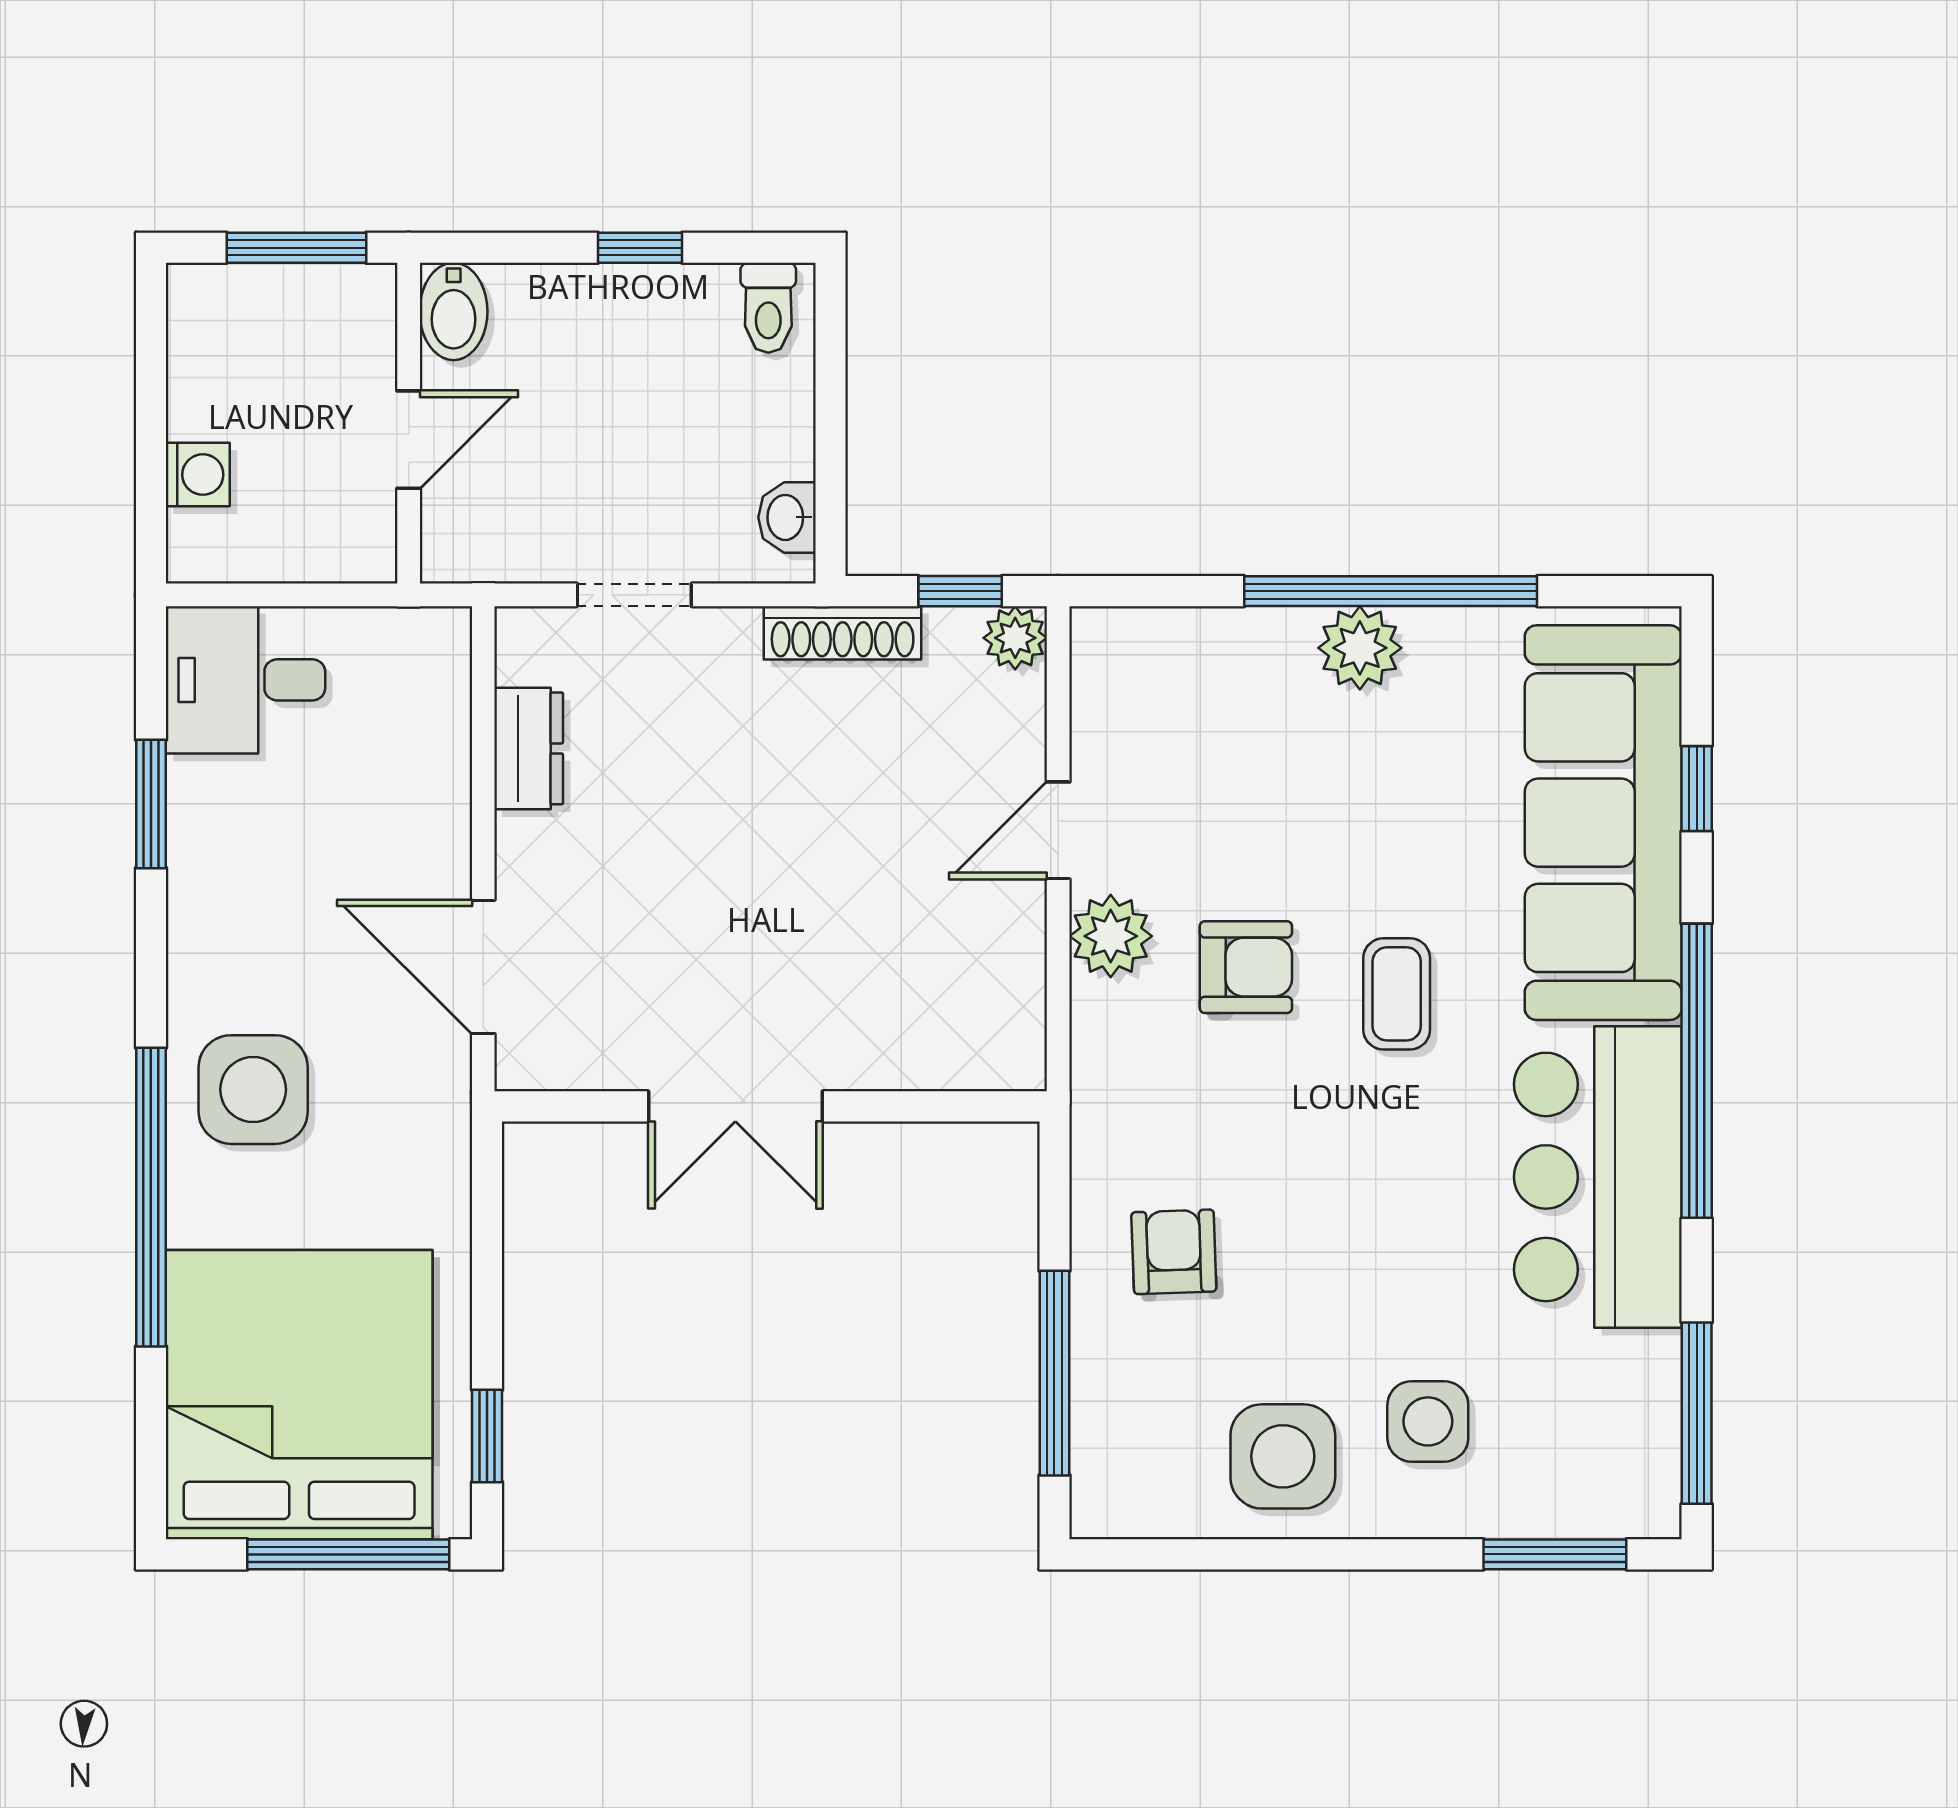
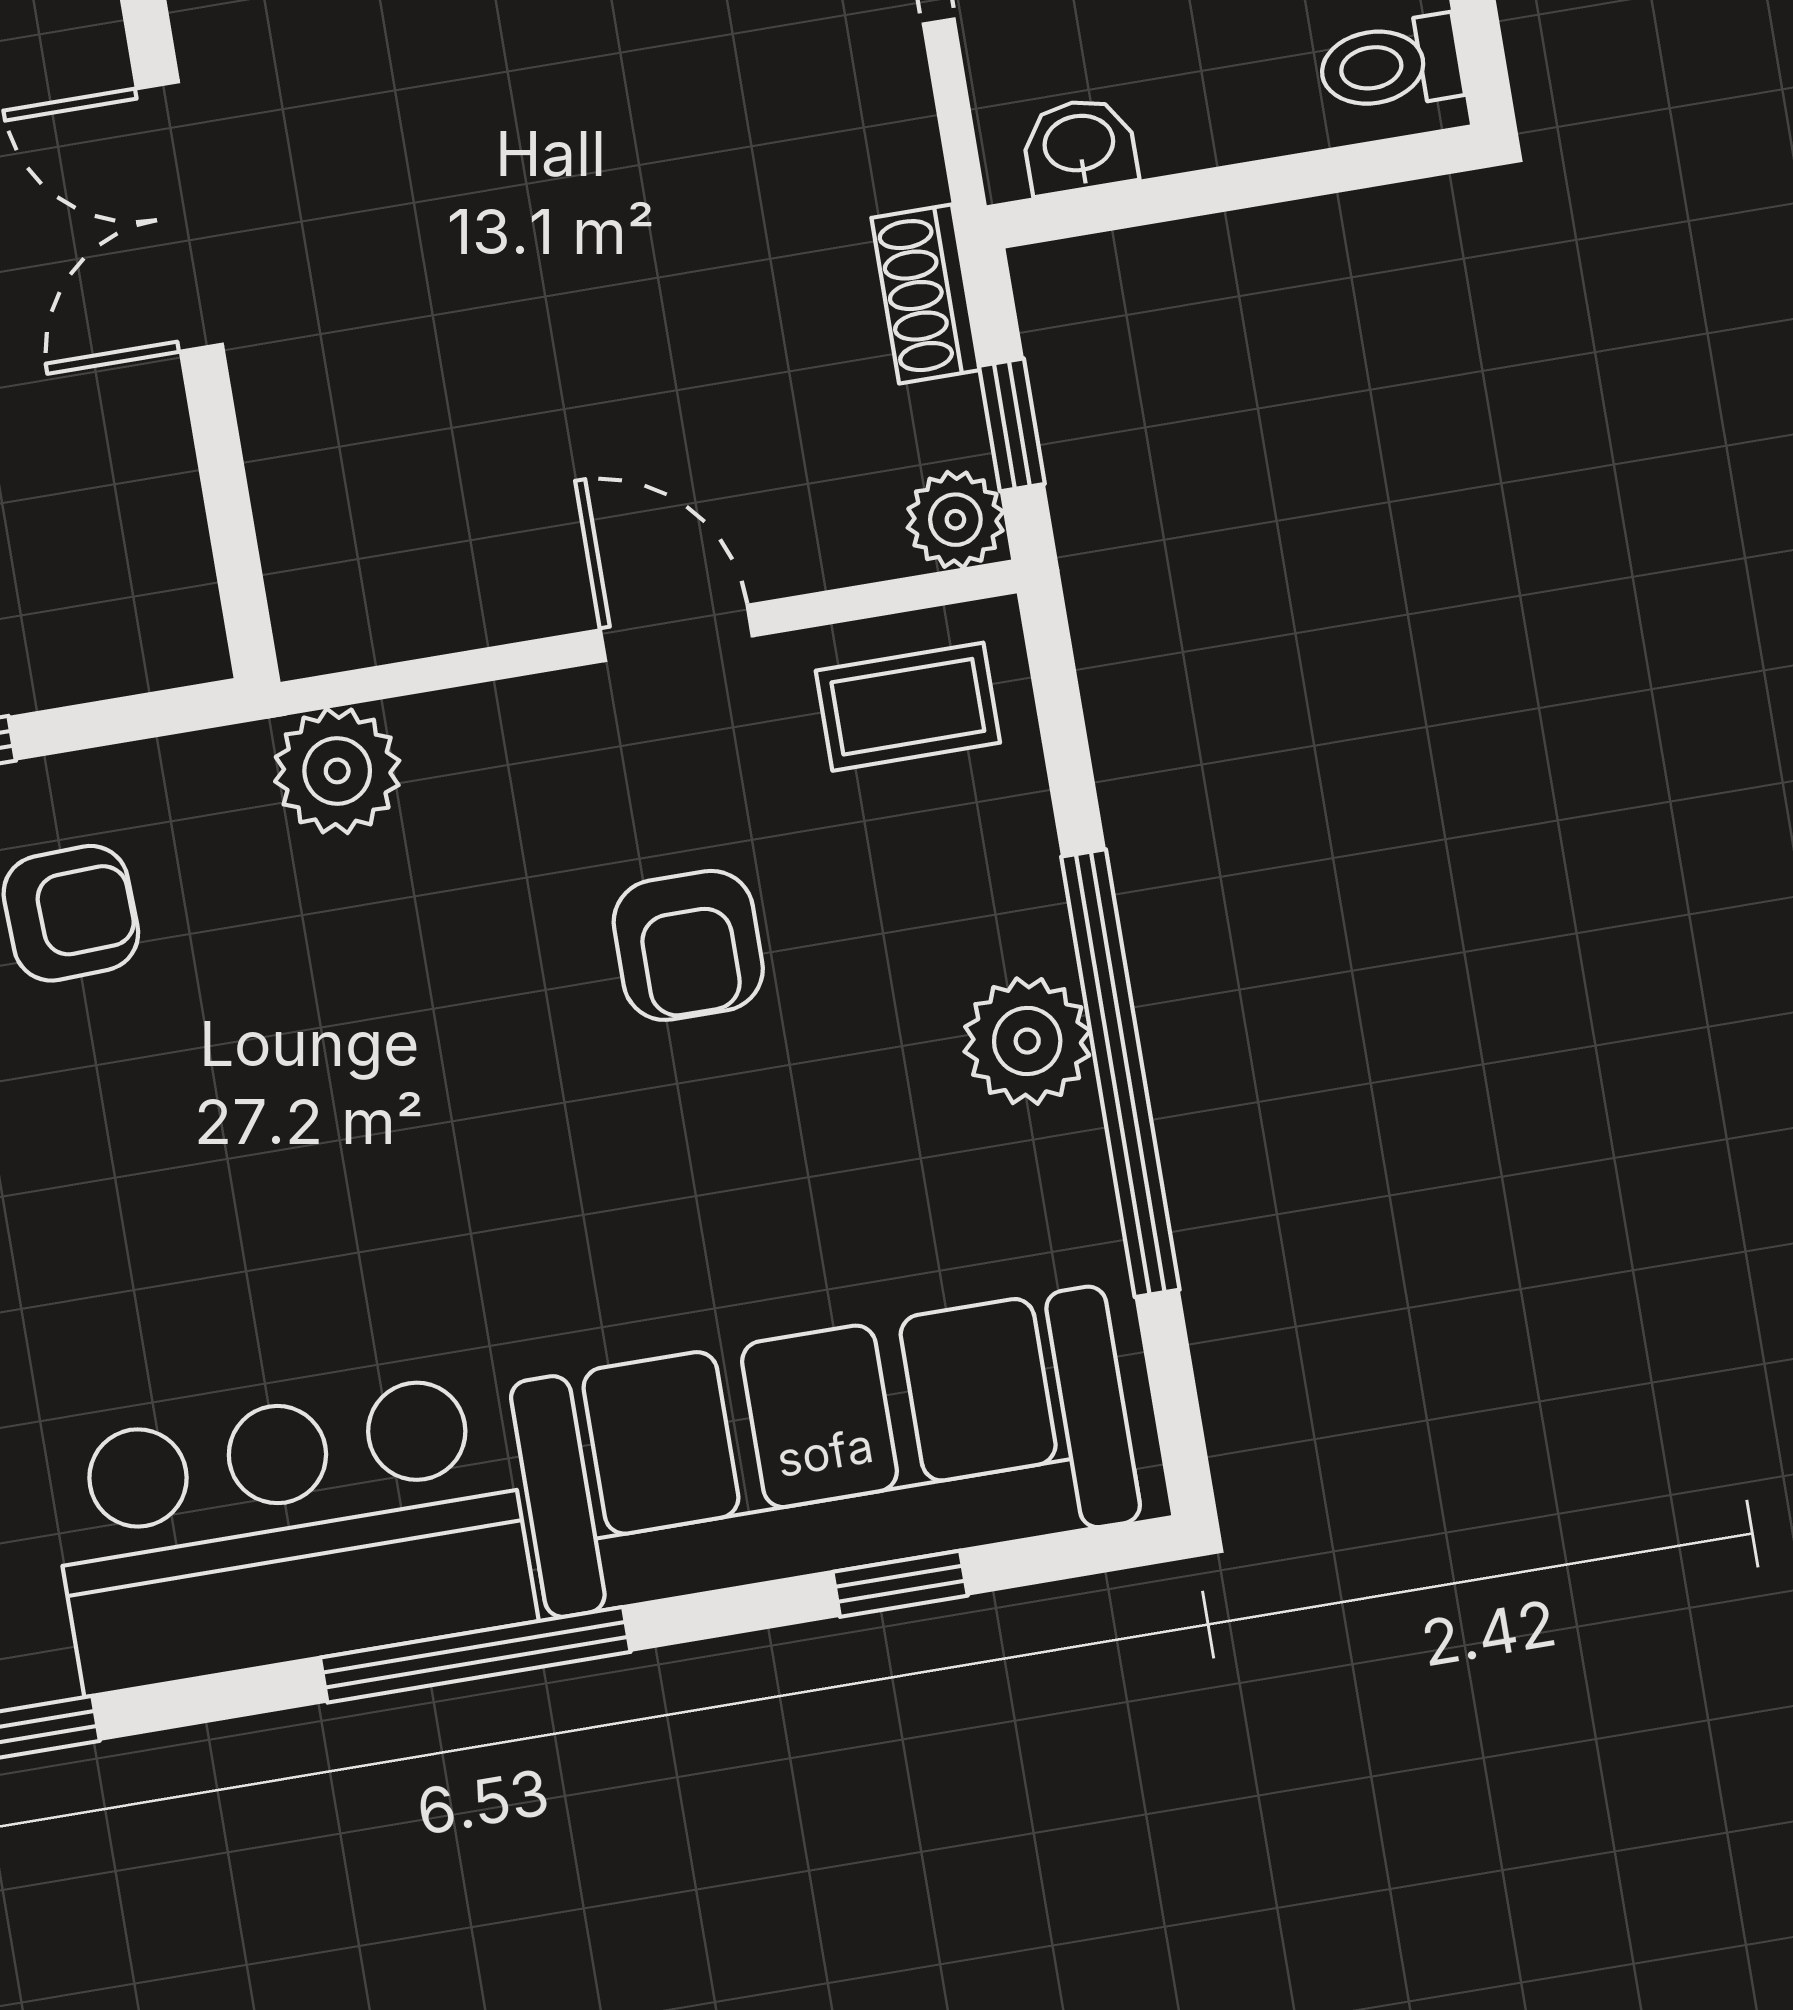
shoe rack: (843, 633) -> (925, 294), width x0.70
plant: (1111, 936) -> (337, 771), moved
armchair: (1246, 967) -> (688, 945), moved
coffee table: (1397, 994) -> (908, 707), moved
window: (1697, 1071) -> (475, 1655), width x0.68

